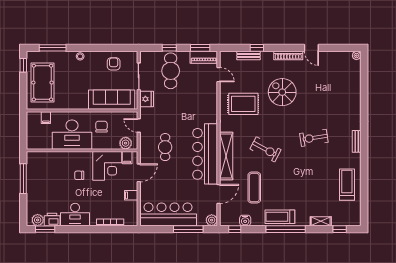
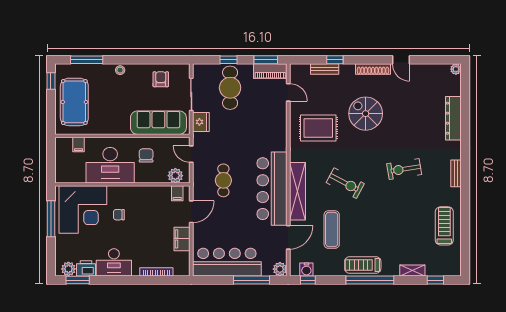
dresser: (354, 96) -> (453, 118), added
corner desk: (107, 166) -> (83, 209), moved, width x1.36, depth x1.36
filing cabinet: (131, 195) -> (182, 239), width x2.00
water cooler: (245, 220) -> (306, 269), moved

